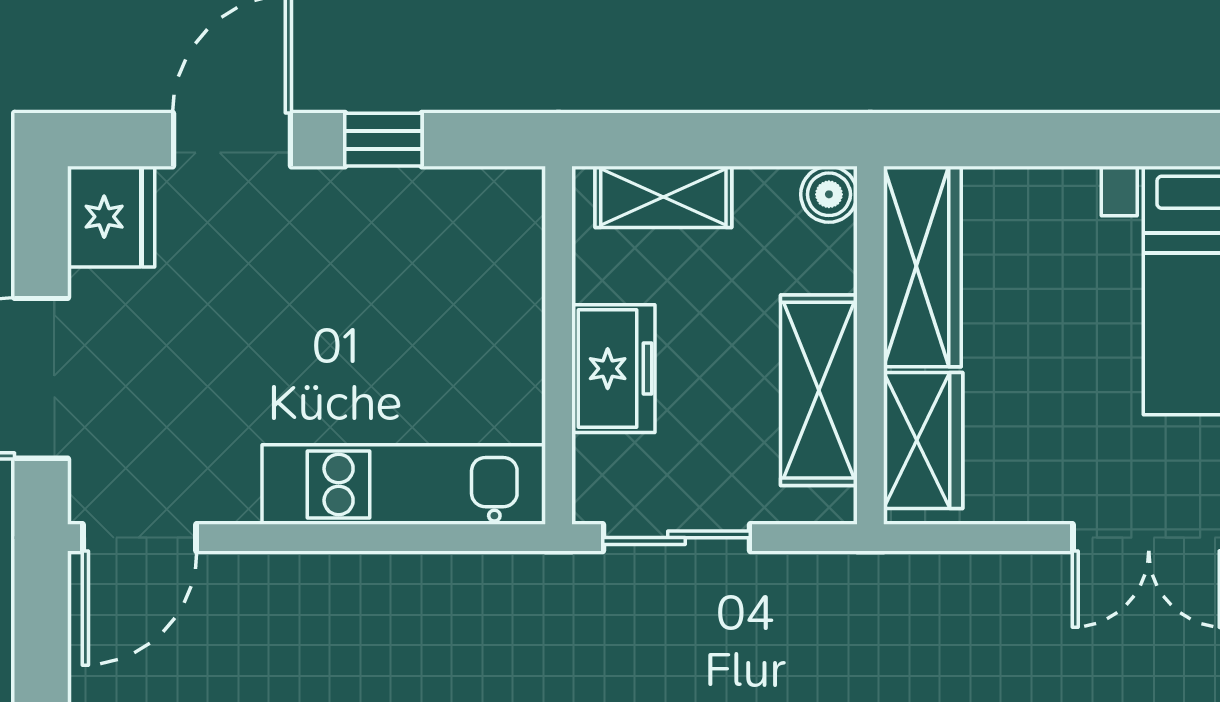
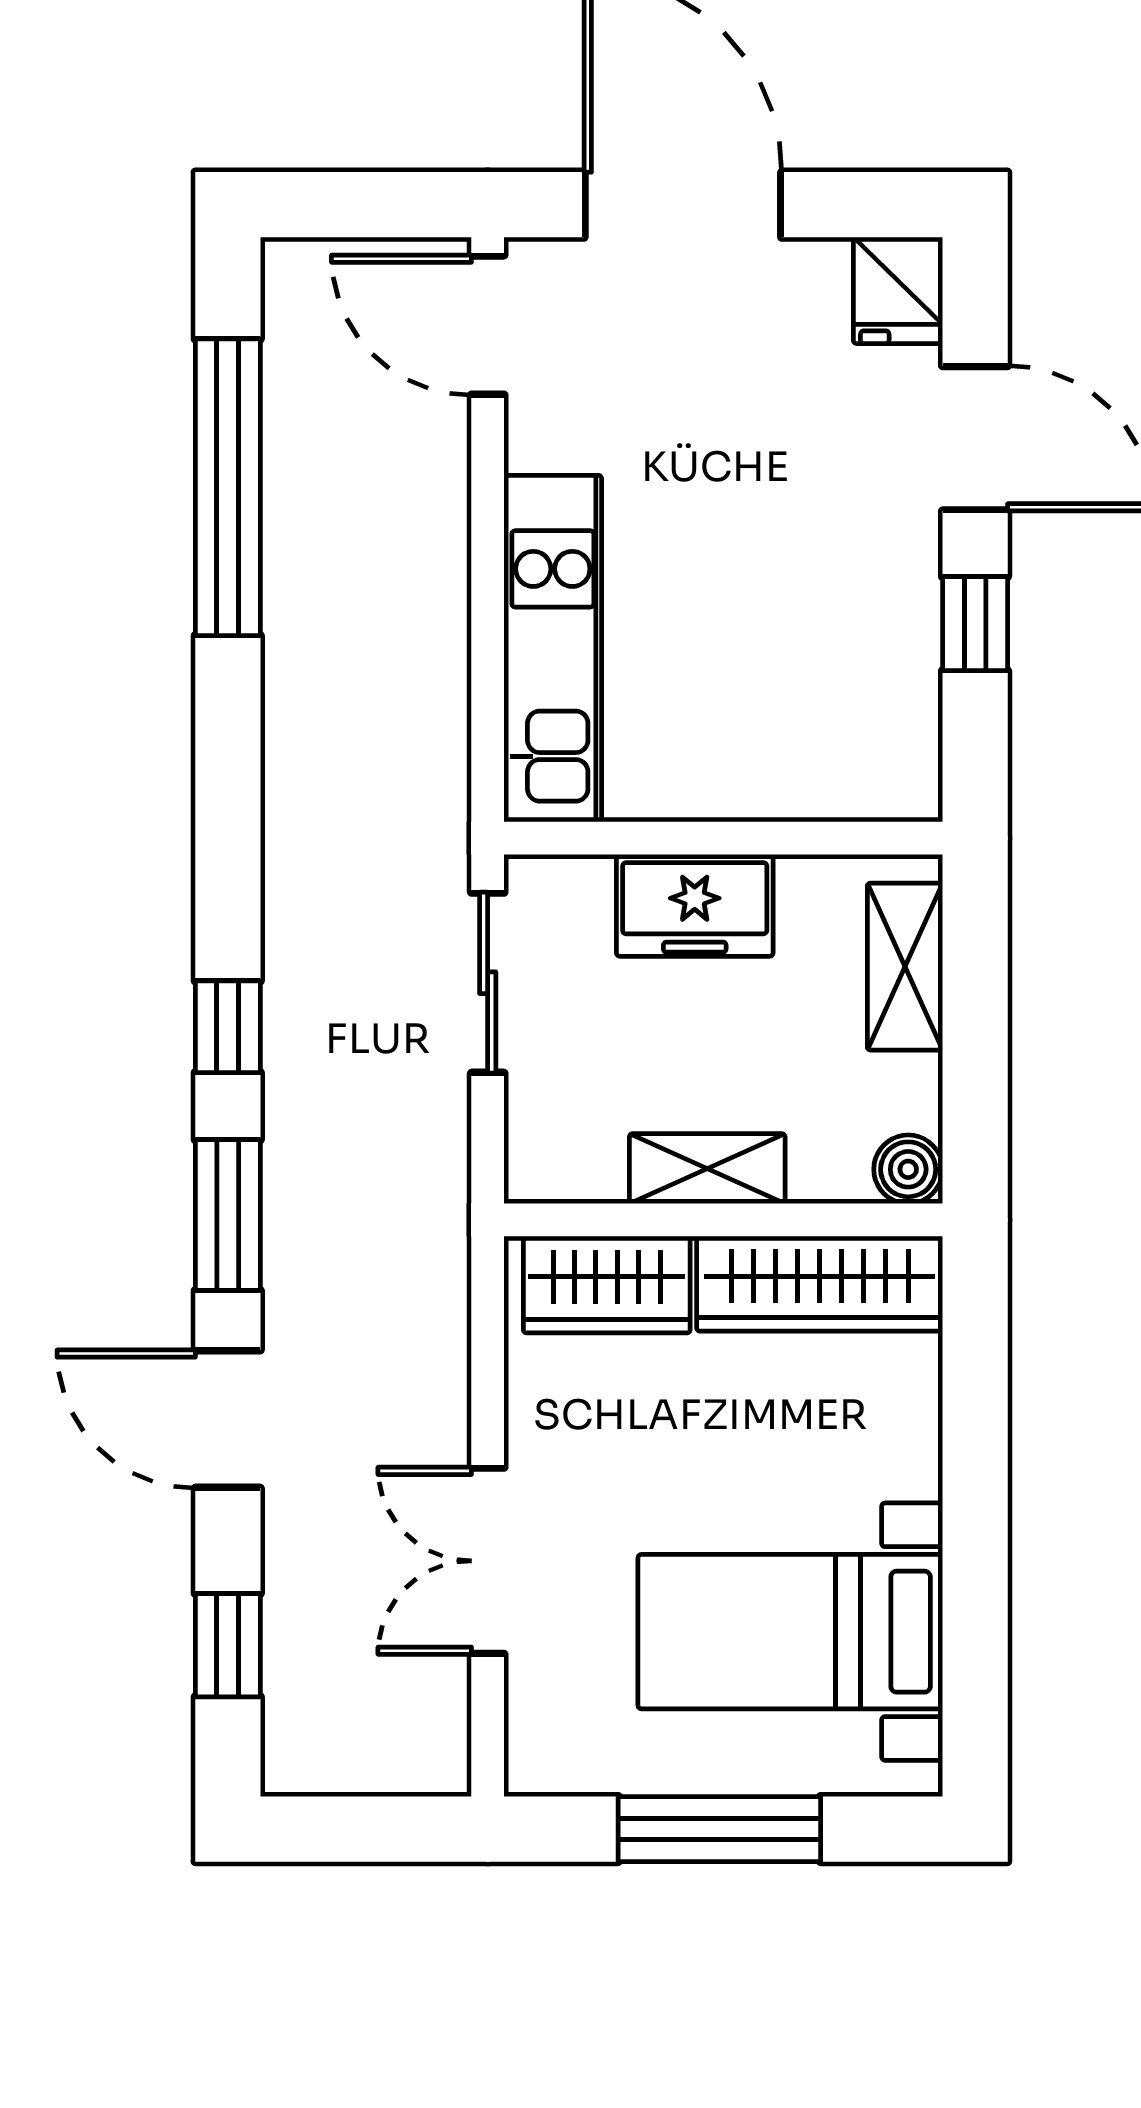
fridge: (111, 217) -> (898, 290), width x0.72
shelving: (819, 390) -> (707, 1169), width x0.67, depth x0.75

